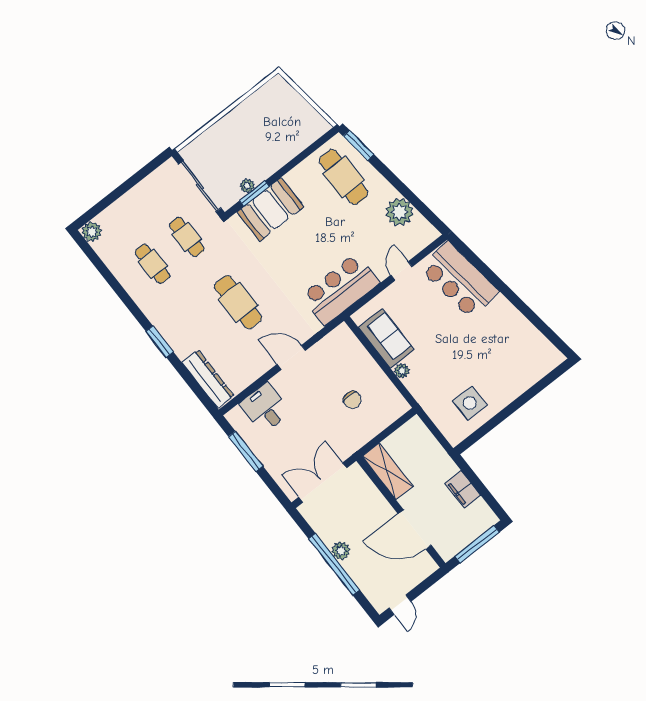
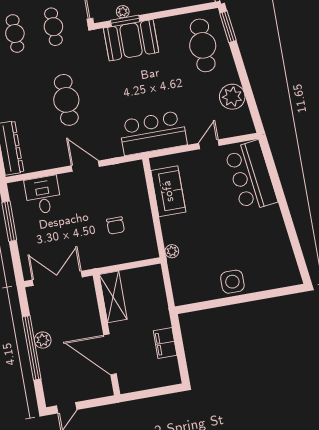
plant: (402, 371) -> (172, 251), moved
side table: (470, 403) -> (232, 282), moved
window: (477, 544) -> (153, 392), removed

